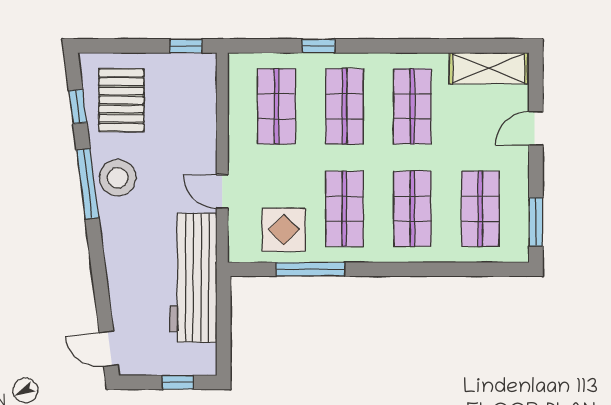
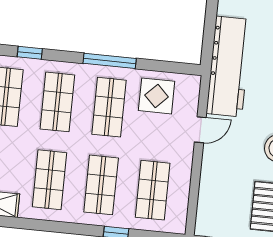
door: (222, 191) -> (200, 130), hinge flipped
window: (311, 269) -> (110, 61), moved
window: (455, 269) -> (30, 53), added

